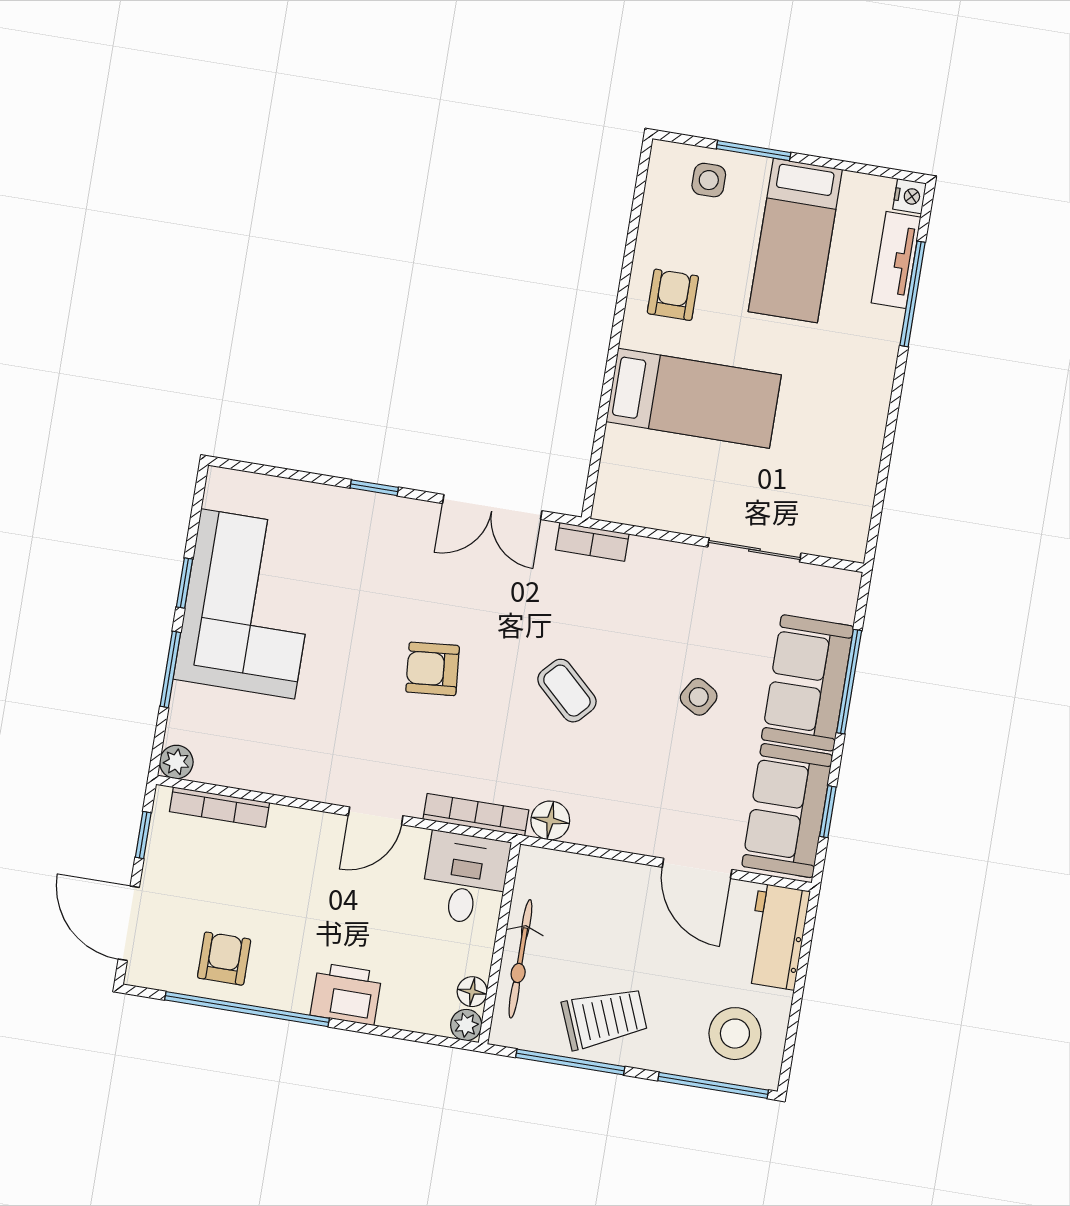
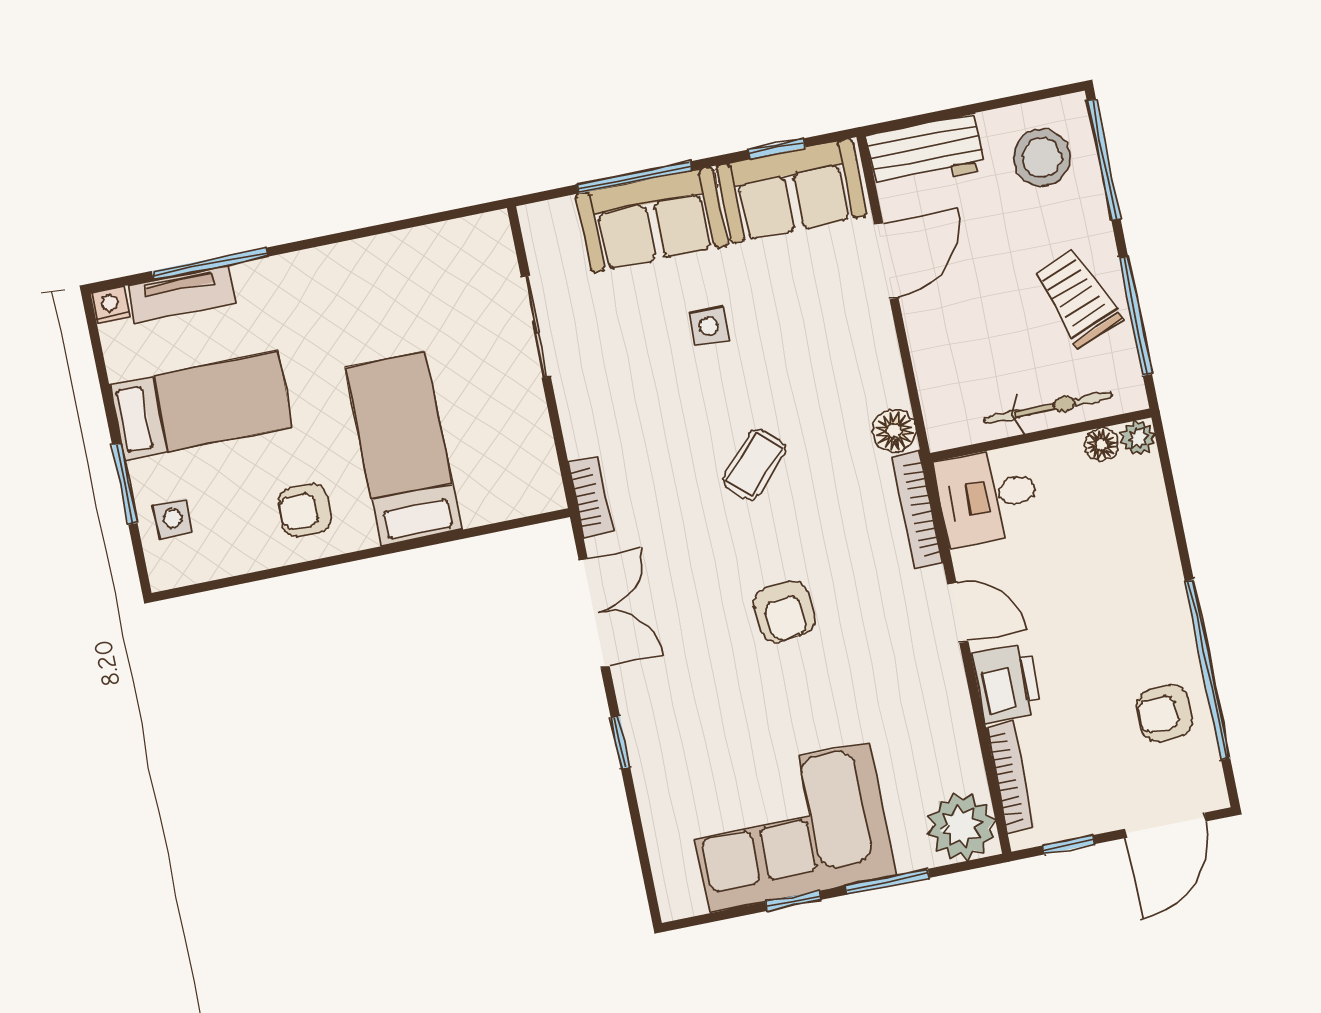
side table: (699, 697) -> (709, 327), turned -30
plant: (176, 762) -> (961, 827), width x1.87, depth x1.87
printer: (346, 994) -> (1007, 683), moved, turned 180

